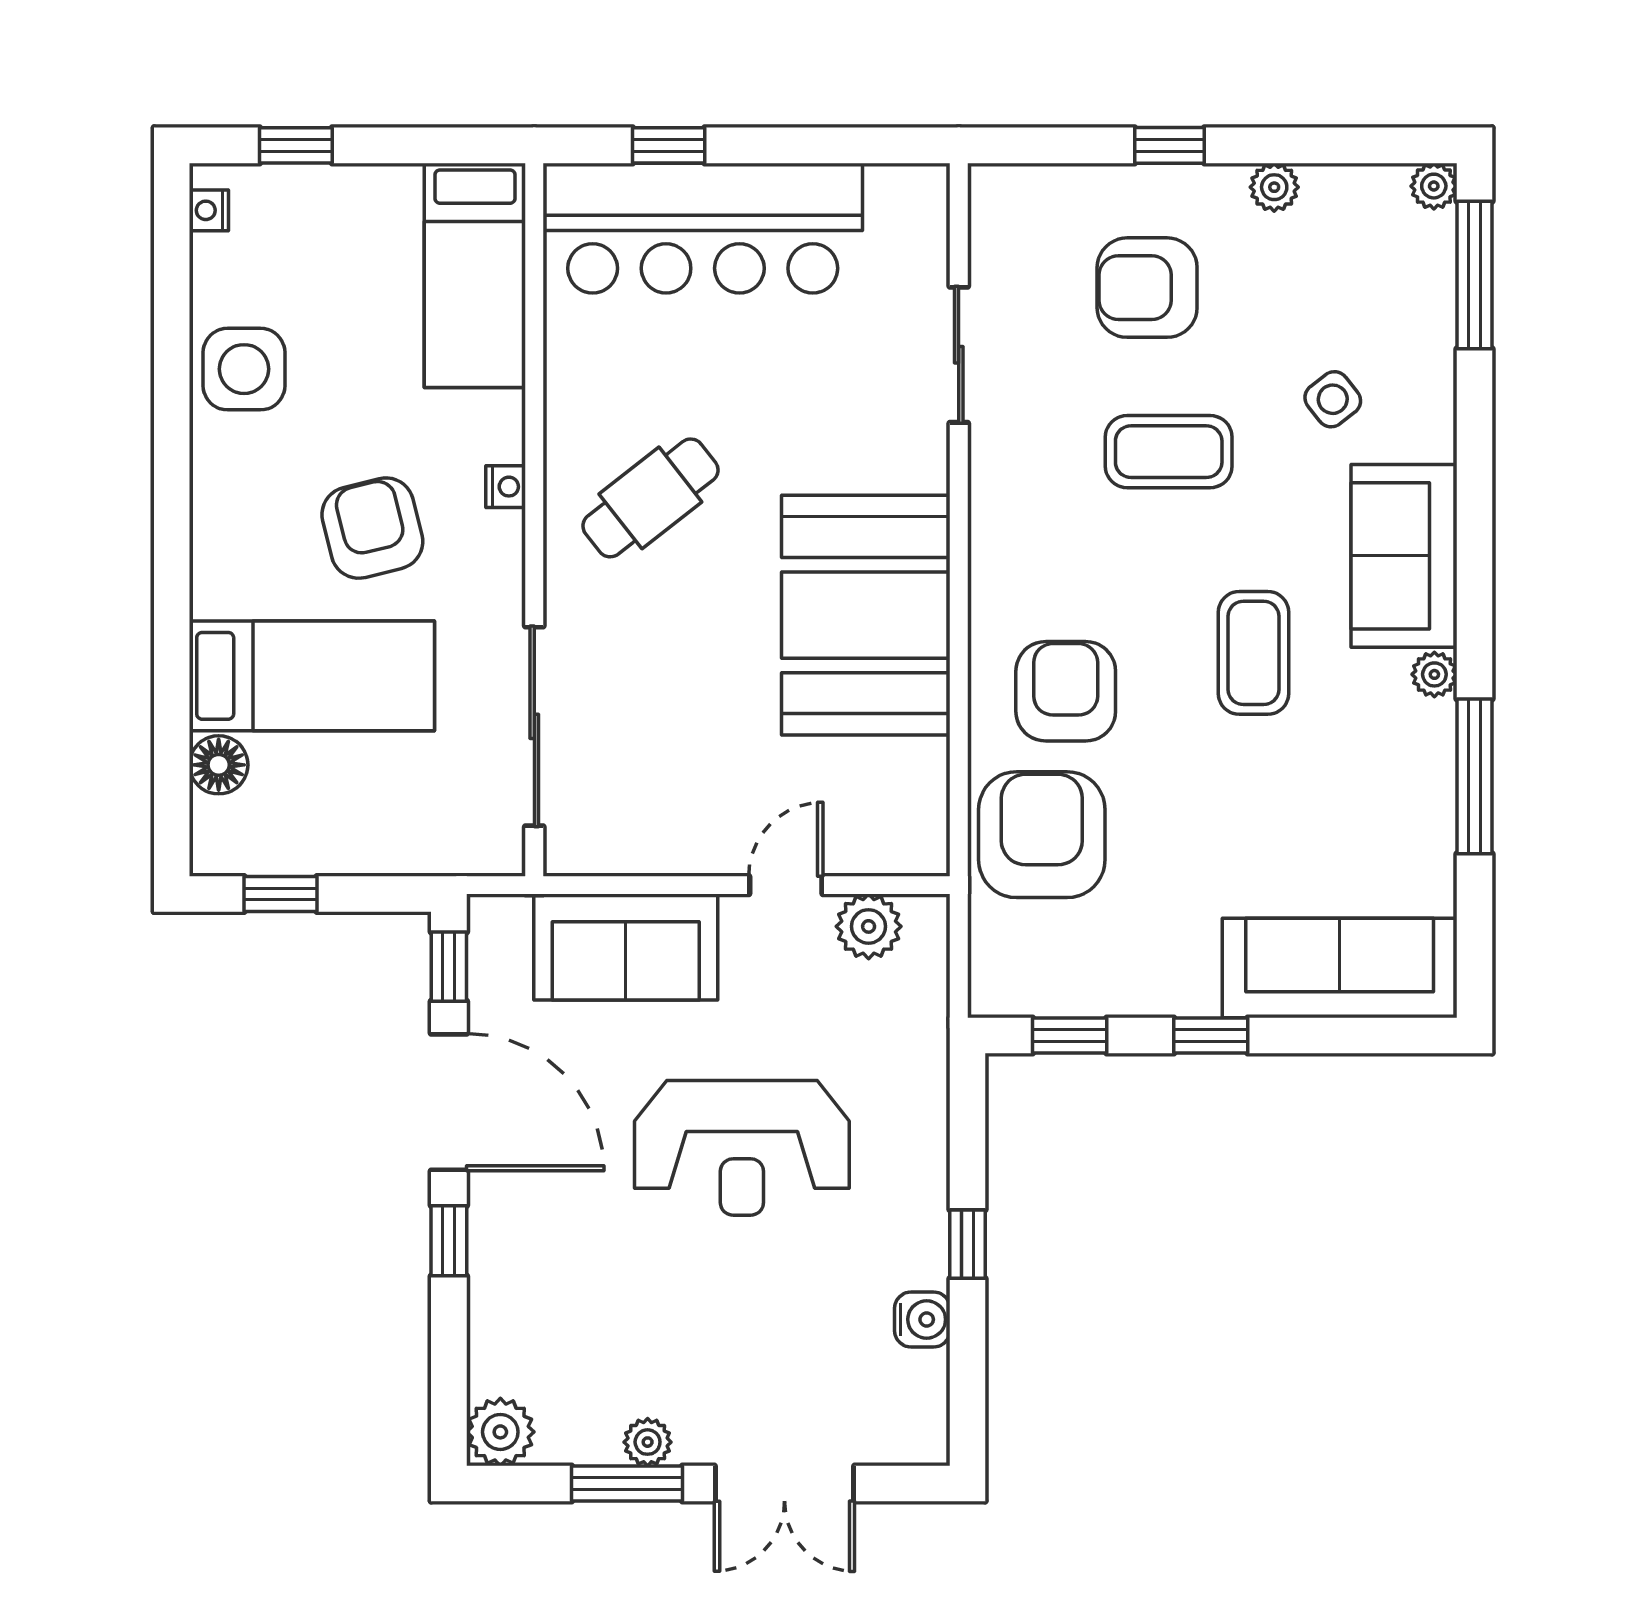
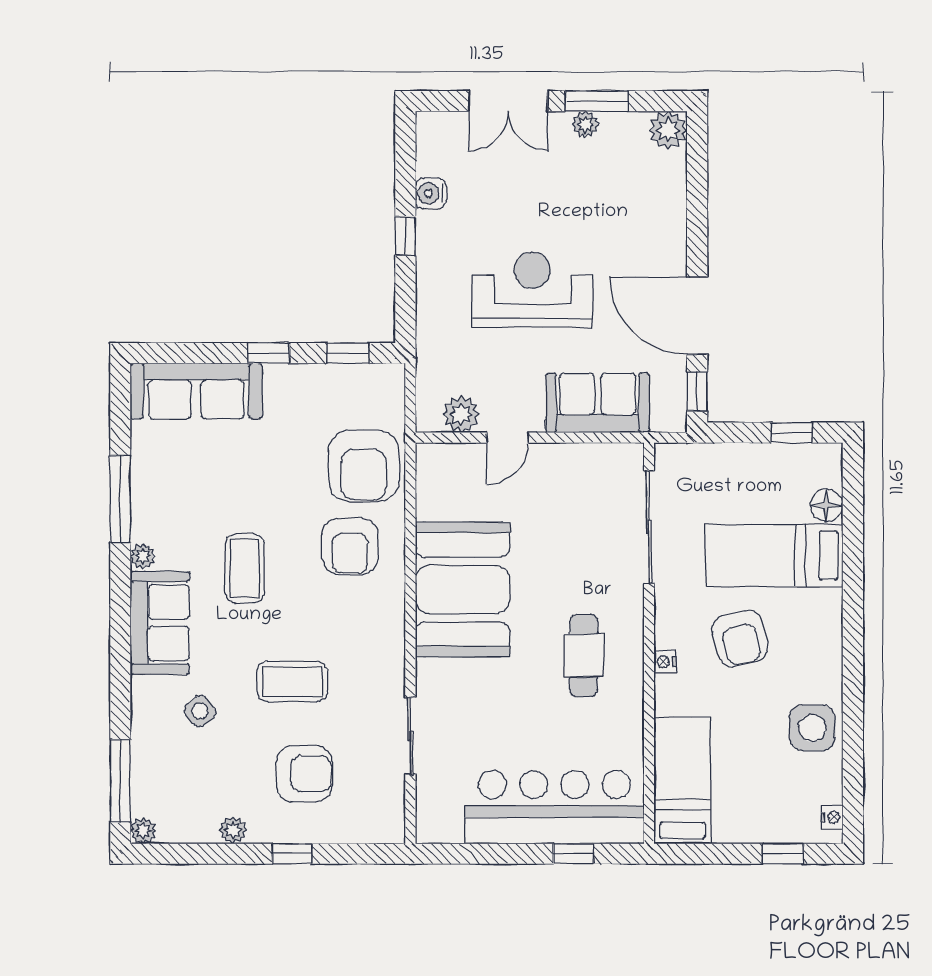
cafe table: (650, 498) -> (584, 655), turned -52
window: (449, 1241) -> (697, 238), removed
double door: (784, 1483) -> (508, 101), swing flipped

